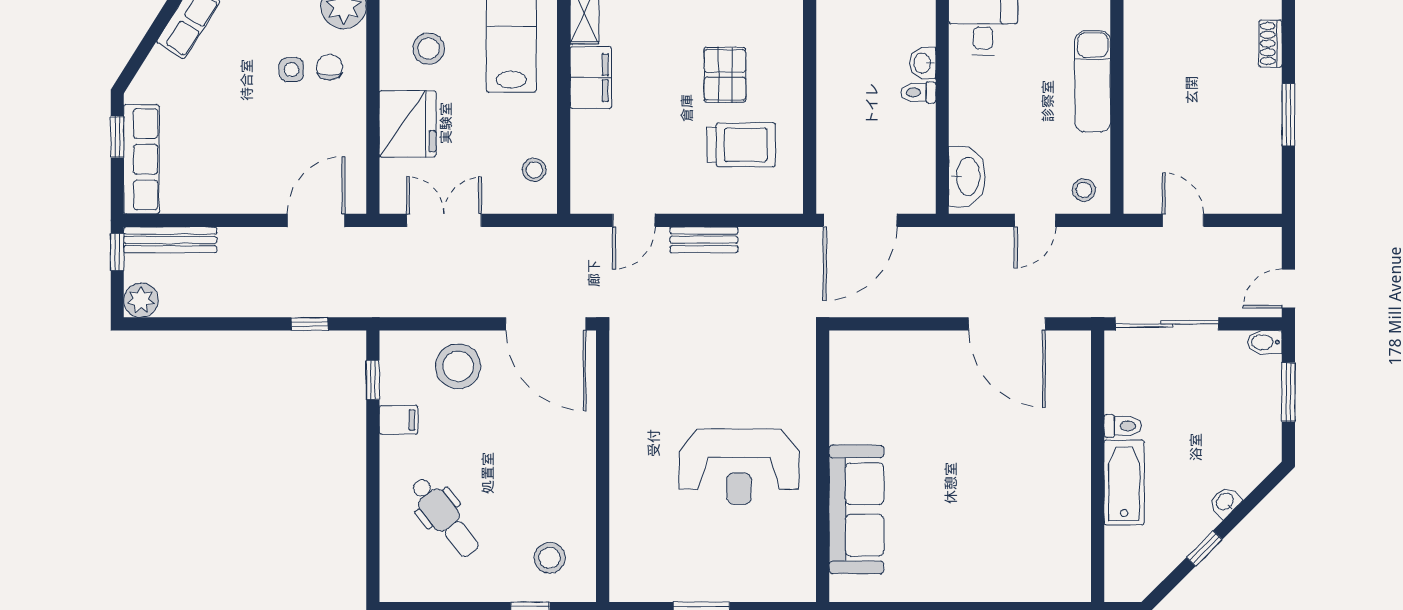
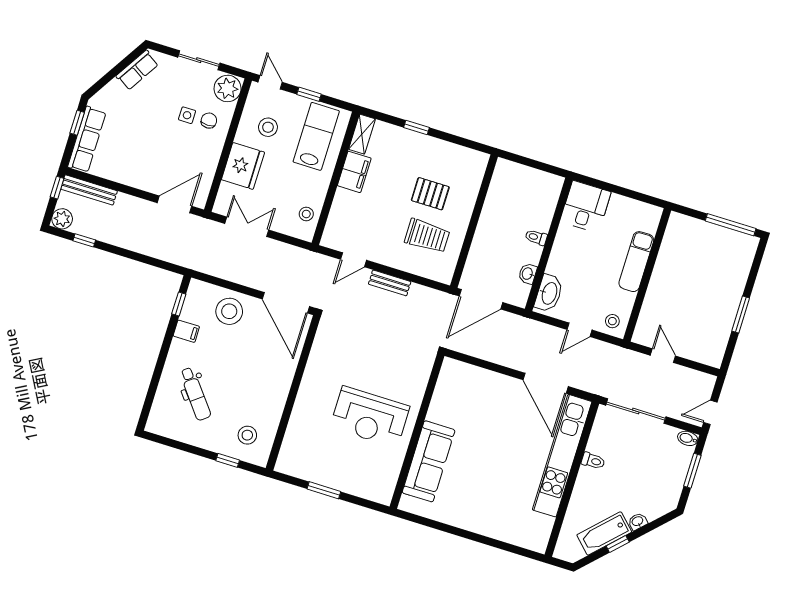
shoe rack: (1270, 43) -> (743, 271), removed
washbasin: (923, 63) -> (528, 274), moved
pallet: (725, 75) -> (430, 194), turned 90
window: (310, 324) -> (84, 240), moved
kitchen unit: (1070, 433) -> (562, 456), added
bathtub: (1124, 483) -> (604, 533), moved, turned -135

